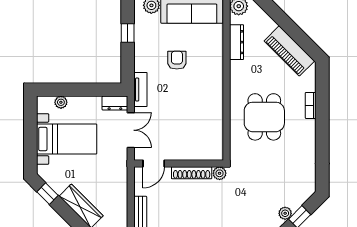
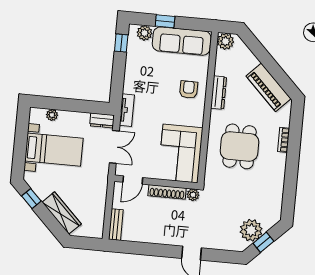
window: (128, 33) -> (121, 43), moved
dresser: (237, 42) -> (219, 93), moved
armchair: (177, 60) -> (189, 90), moved
corner sofa: (202, 130) -> (180, 153), added
plant: (285, 213) -> (251, 230), width x1.88, depth x1.88

